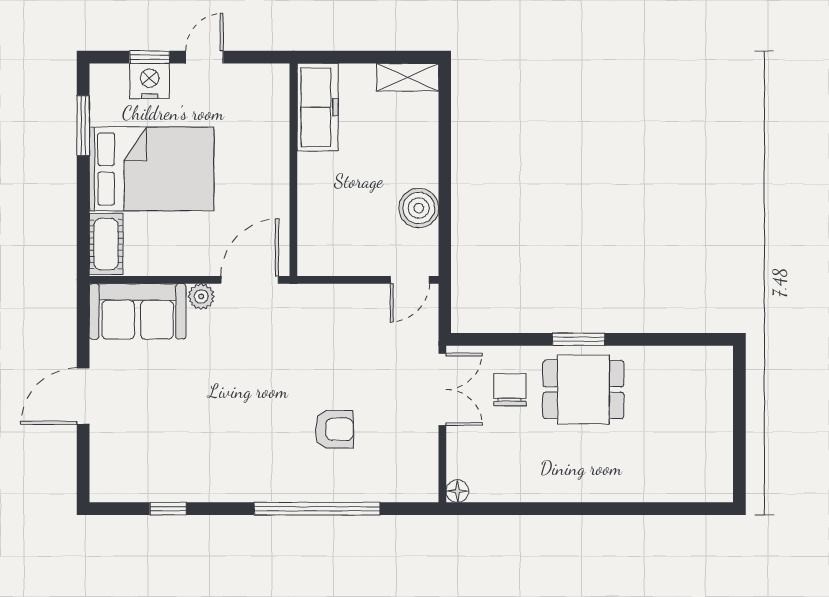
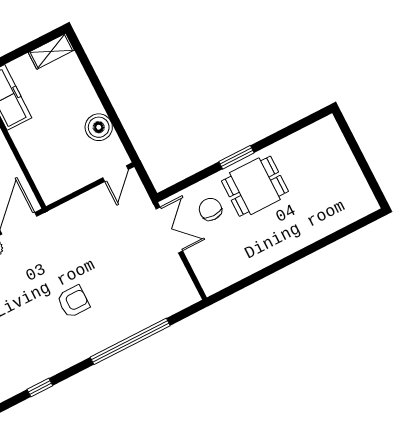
armchair: (334, 429) -> (73, 302), moved
floor lamp: (457, 491) -> (210, 287), removed

